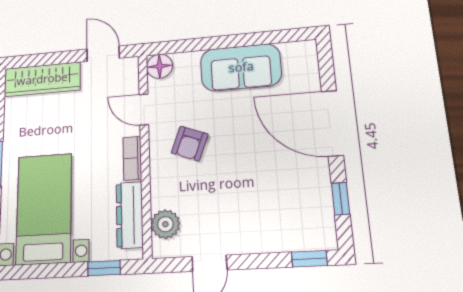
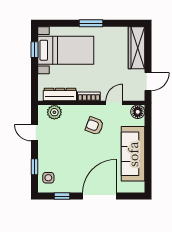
sofa: (241, 67) -> (133, 154), width x1.36
side table: (303, 229) -> (48, 178), added
window: (309, 259) -> (35, 167), moved
window: (104, 268) -> (35, 50), moved

